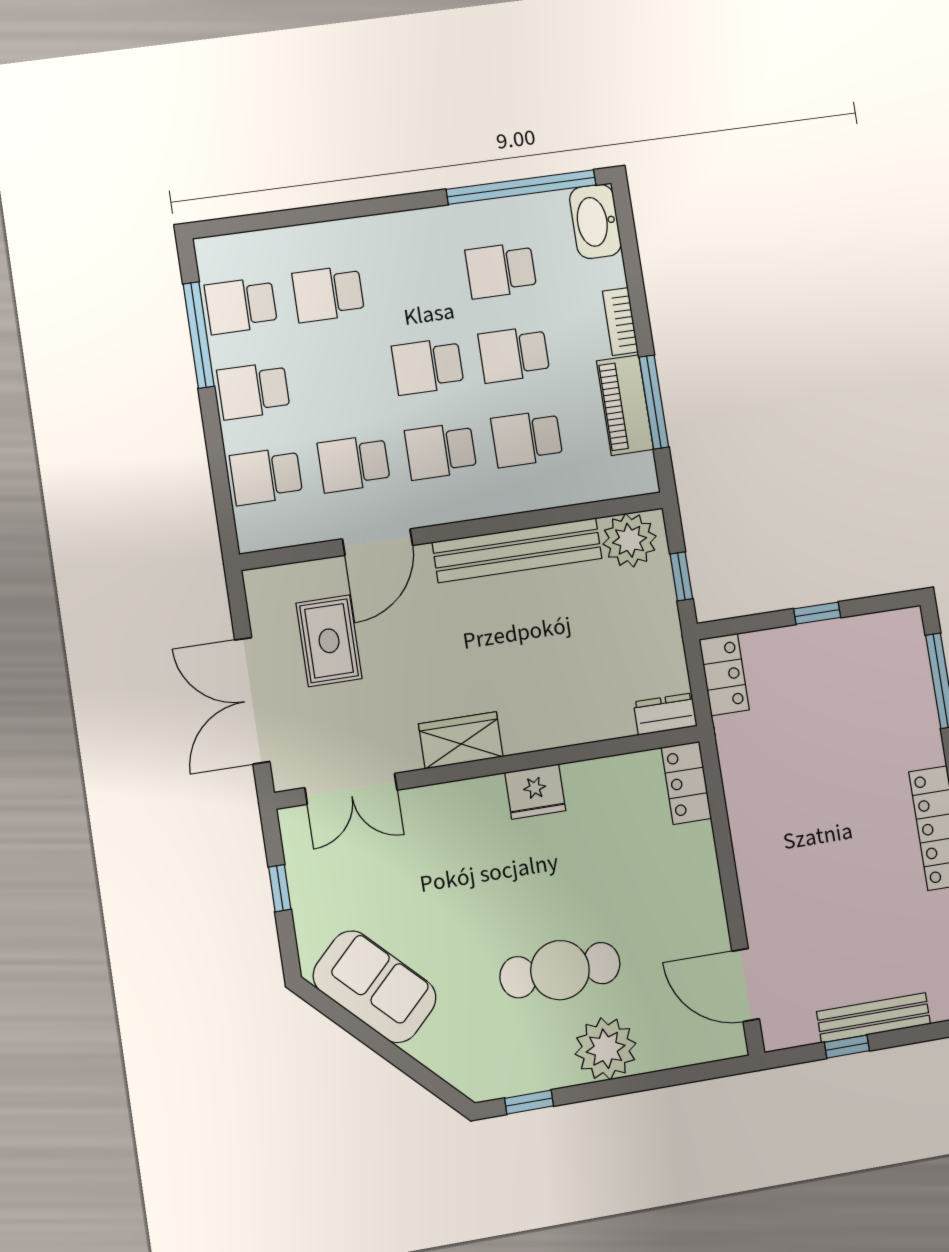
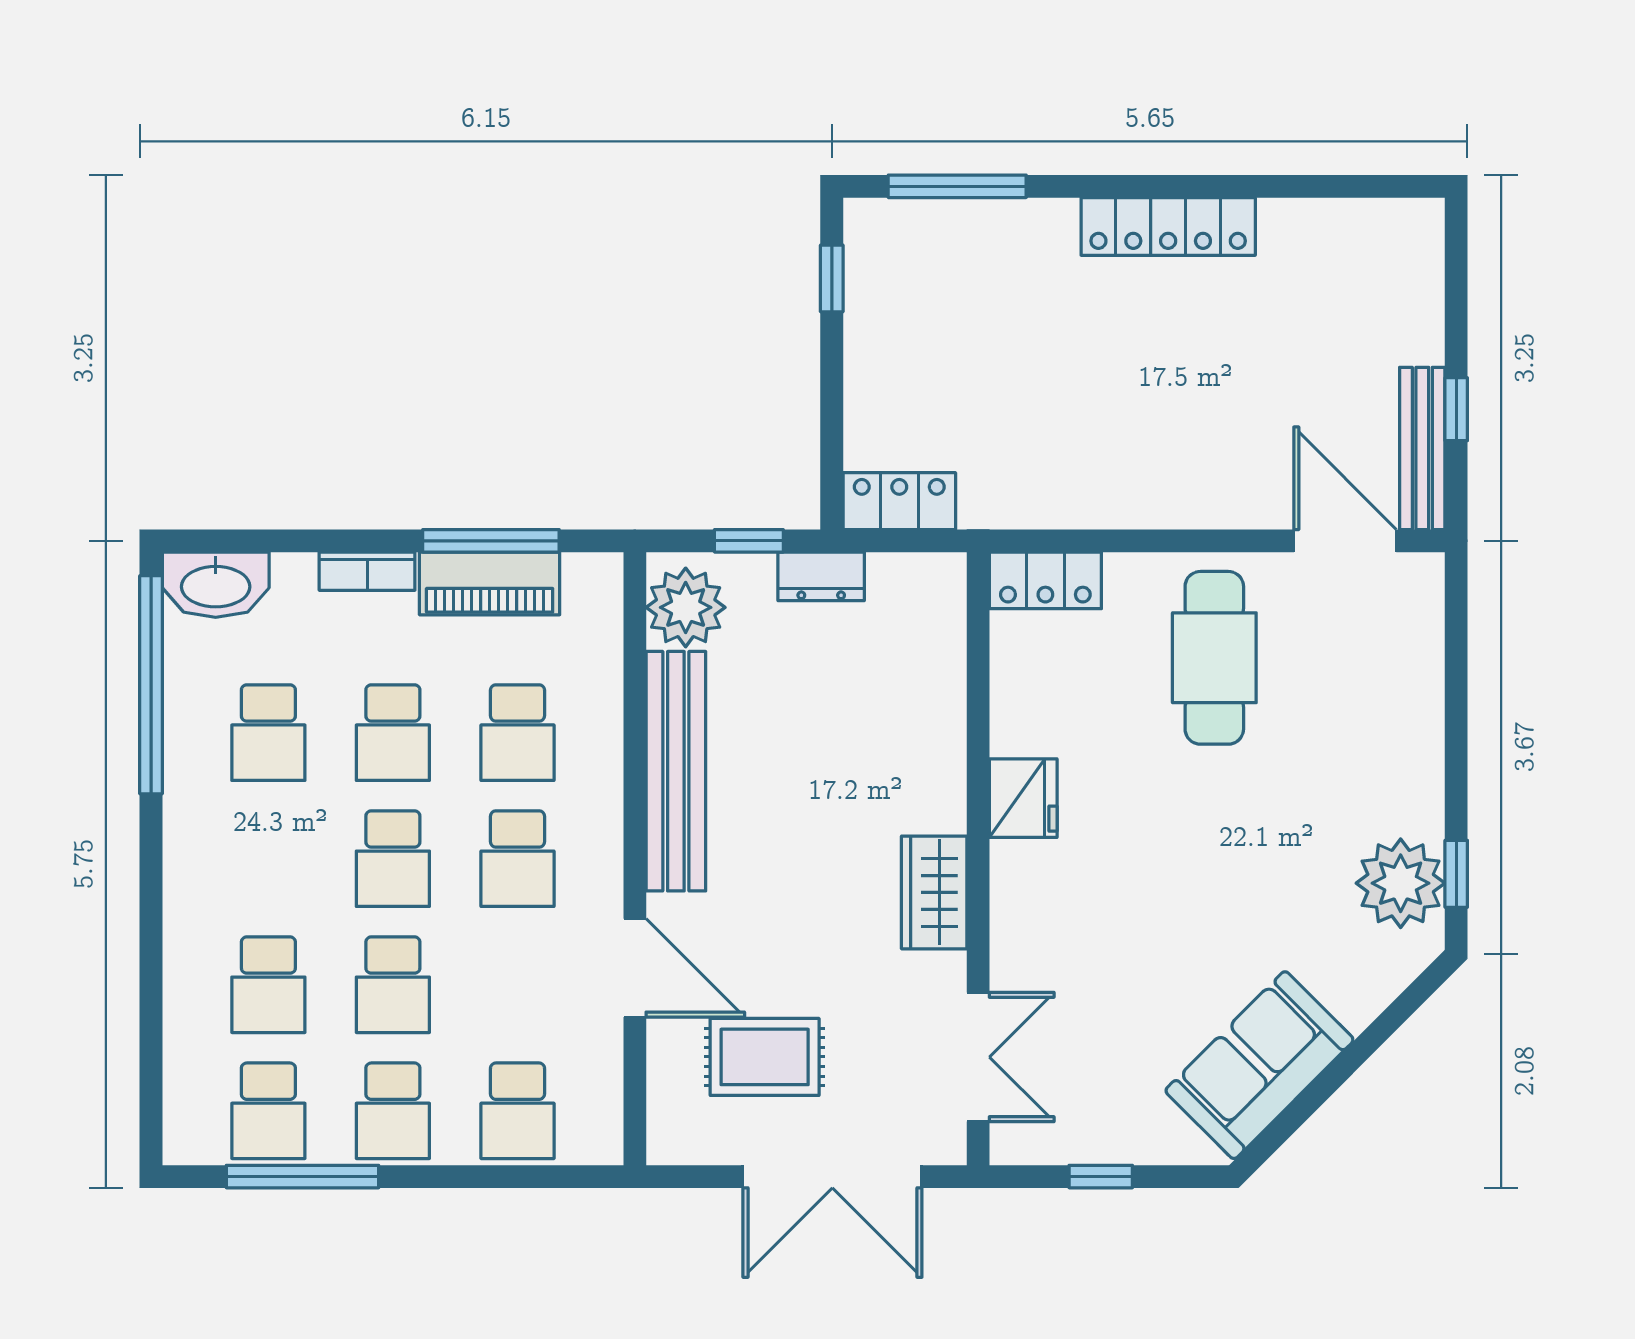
school desk: (354, 463) -> (393, 985), moved
window: (817, 613) -> (832, 278), moved
dresser: (665, 714) -> (821, 576), moved, turned -90
cafe table: (560, 970) -> (1214, 658), moved
door: (746, 985) -> (1345, 541), swing flipped
bench: (874, 1018) -> (1422, 448), moved
plant: (606, 1049) -> (1401, 883), moved

